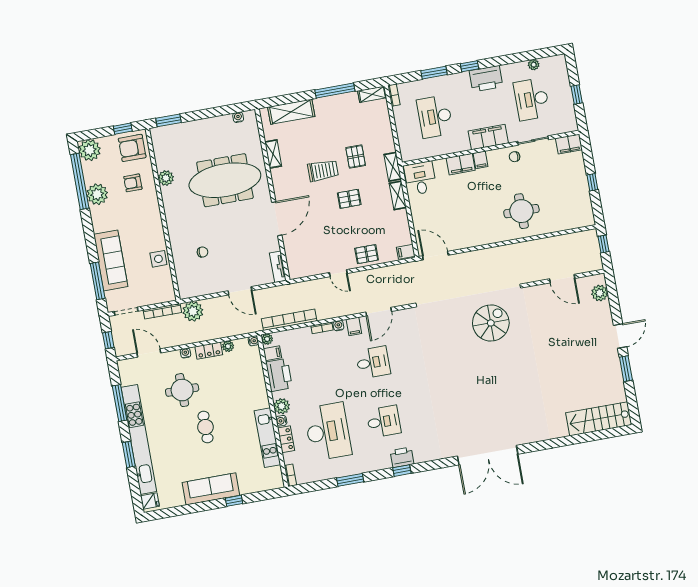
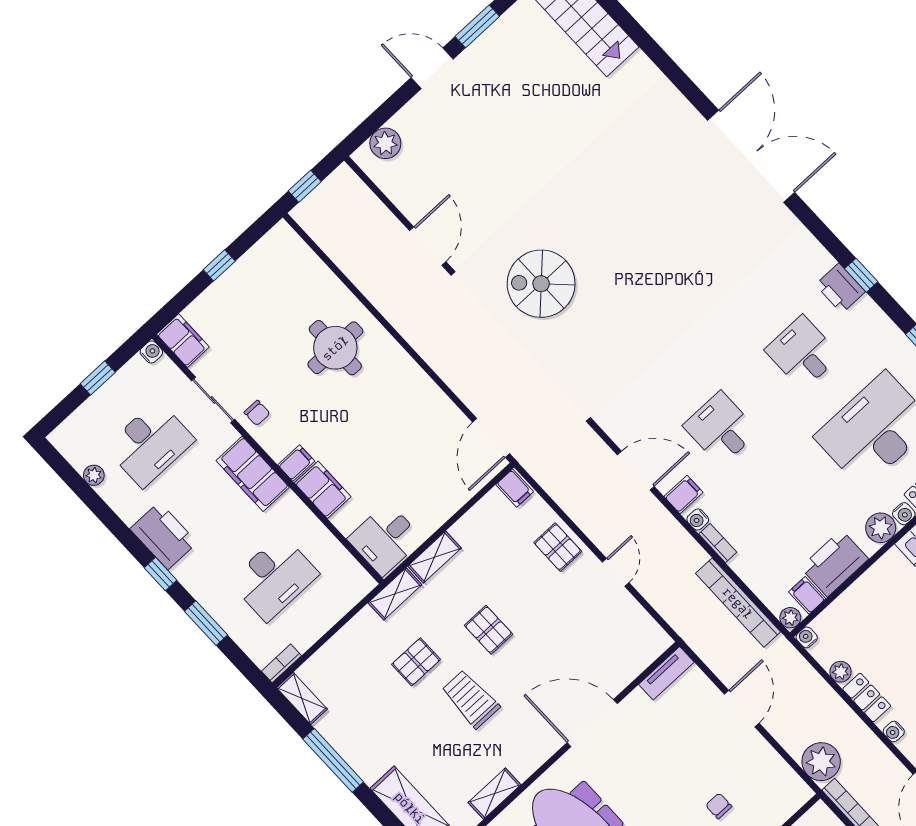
water cooler: (573, 126) -> (151, 352), added
door: (562, 279) -> (428, 246), moved

